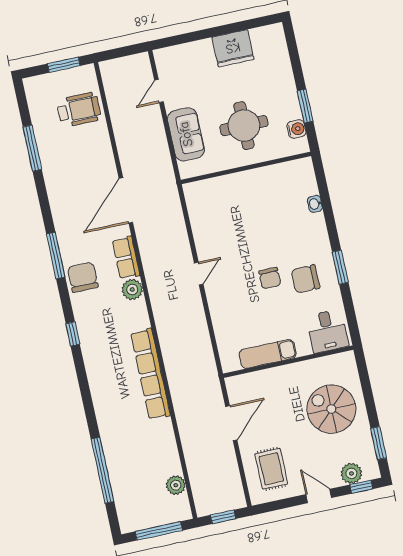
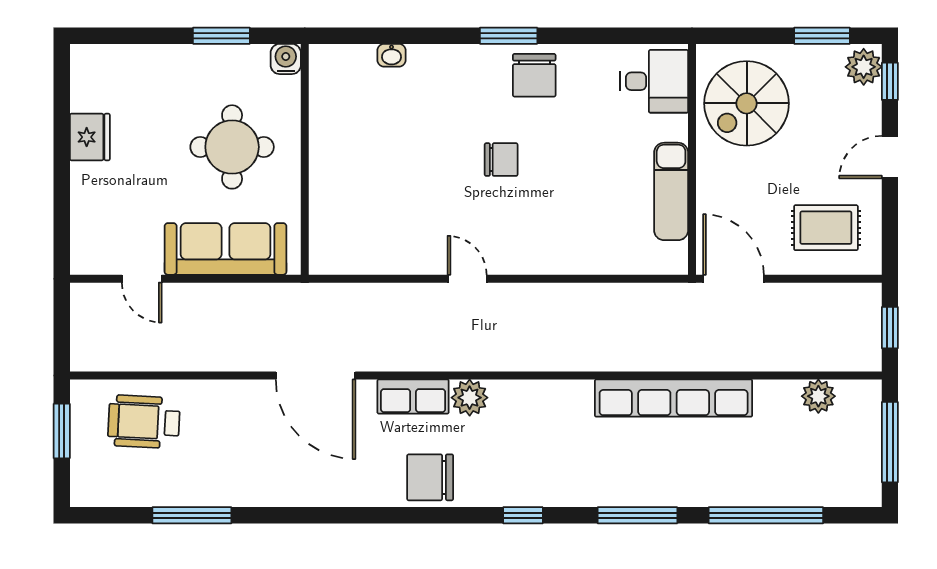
fridge: (233, 48) -> (90, 137), width x0.73, depth x0.75
wheelchair: (79, 110) -> (144, 422), turned -87
water cooler: (296, 129) -> (286, 59), moved
sofa: (186, 134) -> (225, 249), width x1.36
window: (56, 255) -> (637, 515), moved
chair: (305, 279) -> (534, 75), moved
desk: (327, 331) -> (654, 81), moved
exam couch: (268, 354) -> (671, 191), moved
wall: (288, 362) -> (692, 159), moved
row of seats: (150, 374) -> (674, 398), moved
plant: (351, 473) -> (864, 67), moved

